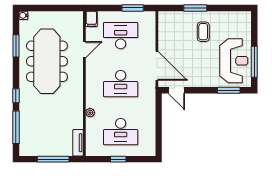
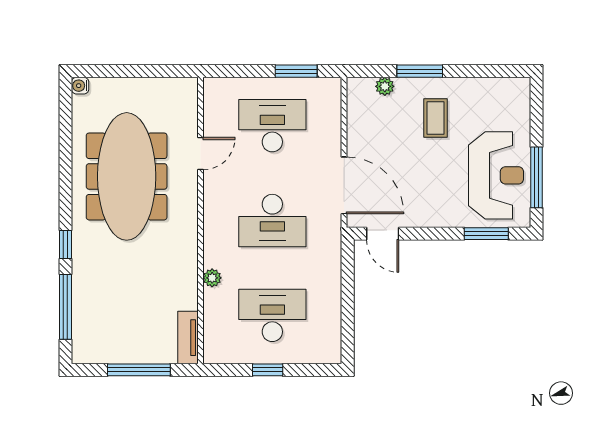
plant: (178, 16) -> (385, 86), added
filing cabinet: (91, 19) -> (214, 92), removed
window: (16, 46) -> (65, 146), removed
desk: (121, 132) -> (272, 315), turned 180

